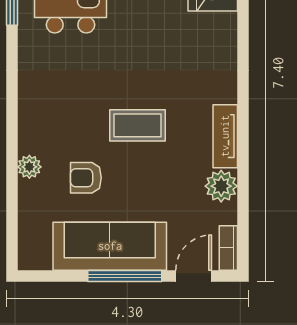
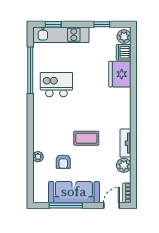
armchair: (86, 178) -> (63, 162), turned -90
window: (125, 276) -> (66, 205), moved

